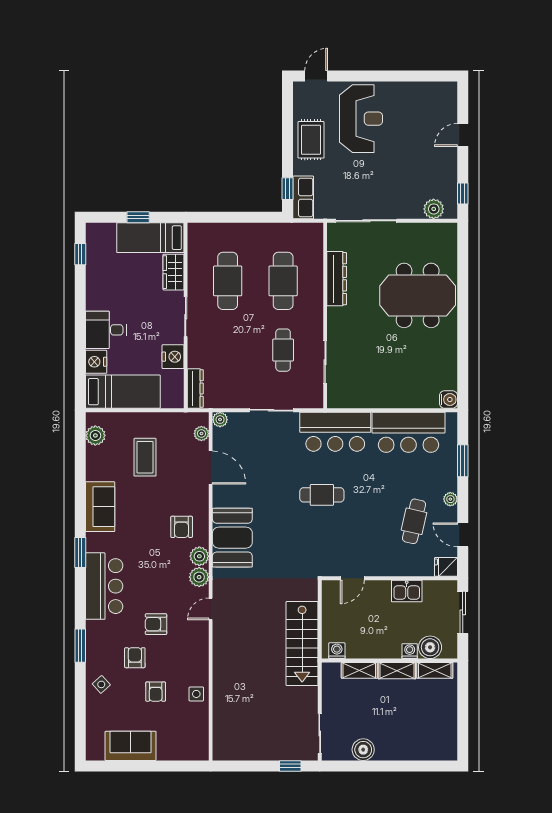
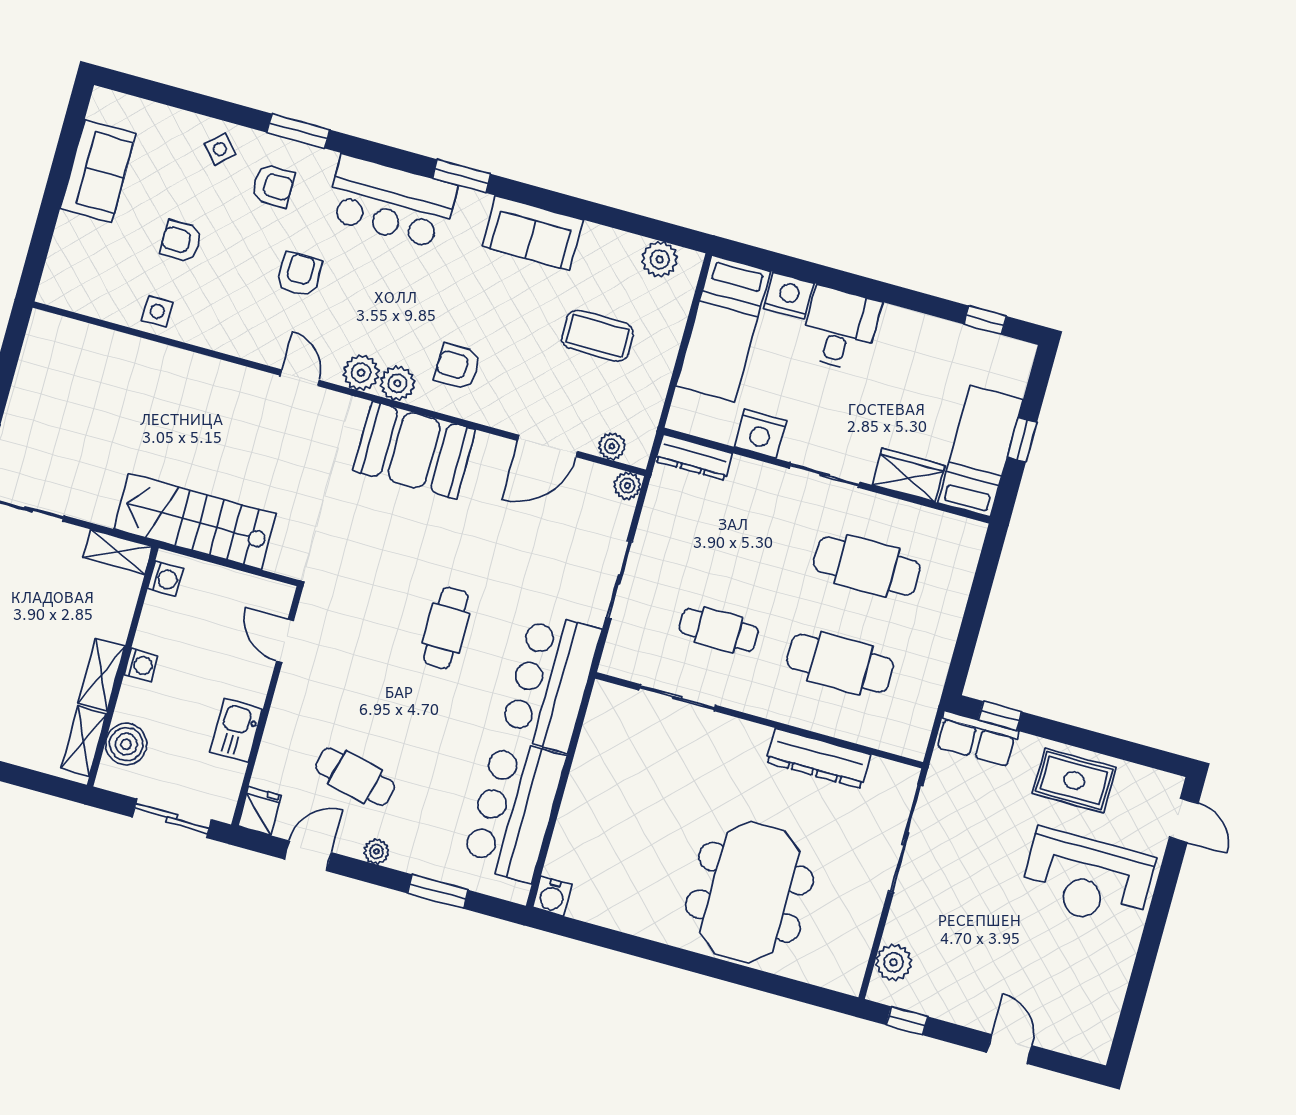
washing machine: (410, 651) -> (141, 665), moved
armchair: (135, 658) -> (273, 186), moved
shelving: (359, 670) -> (117, 552), moved, turned 90

